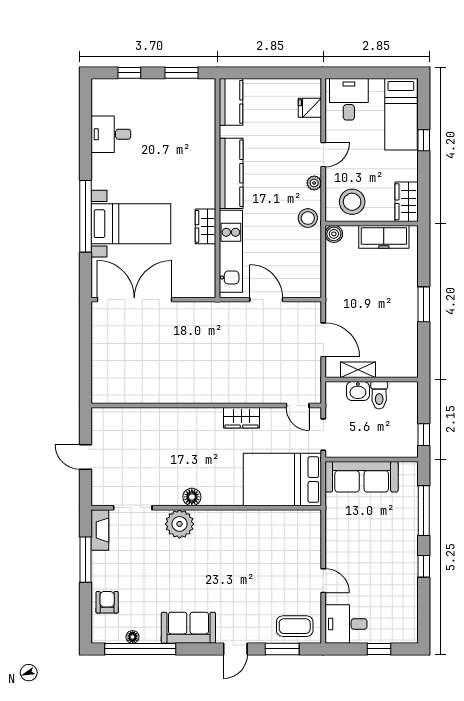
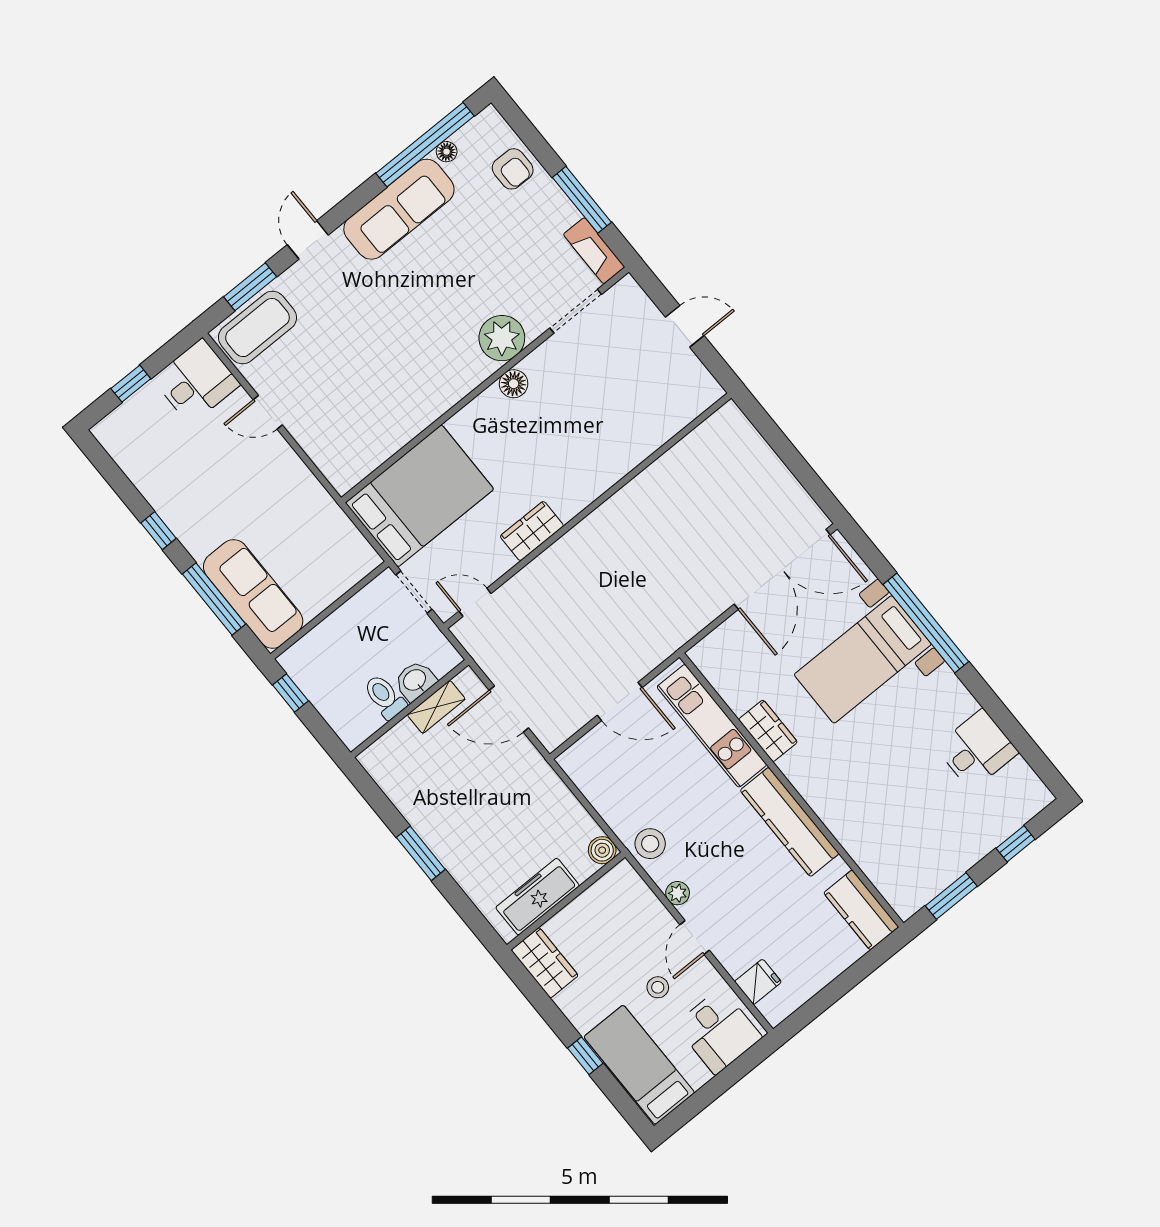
stool: (352, 202) -> (658, 987), moved, width x0.53, depth x0.53
sofa: (362, 477) -> (253, 594), moved, turned 90
coffee table: (295, 626) -> (257, 328), width x1.36, depth x1.32
sofa: (188, 628) -> (399, 209), width x1.36

